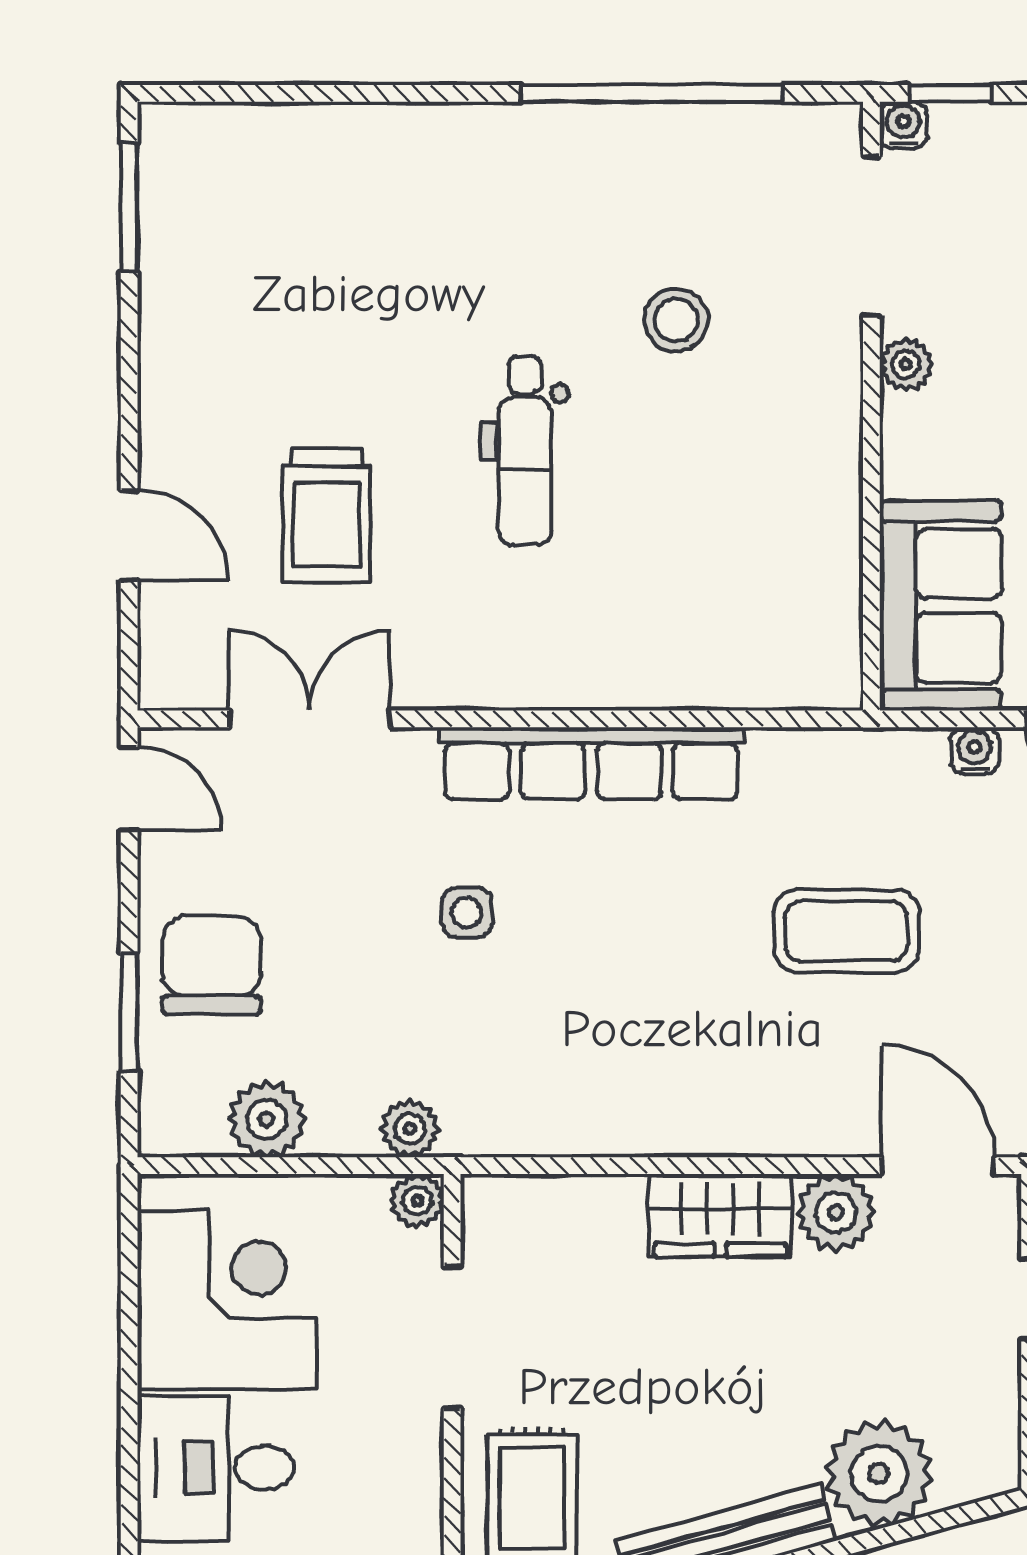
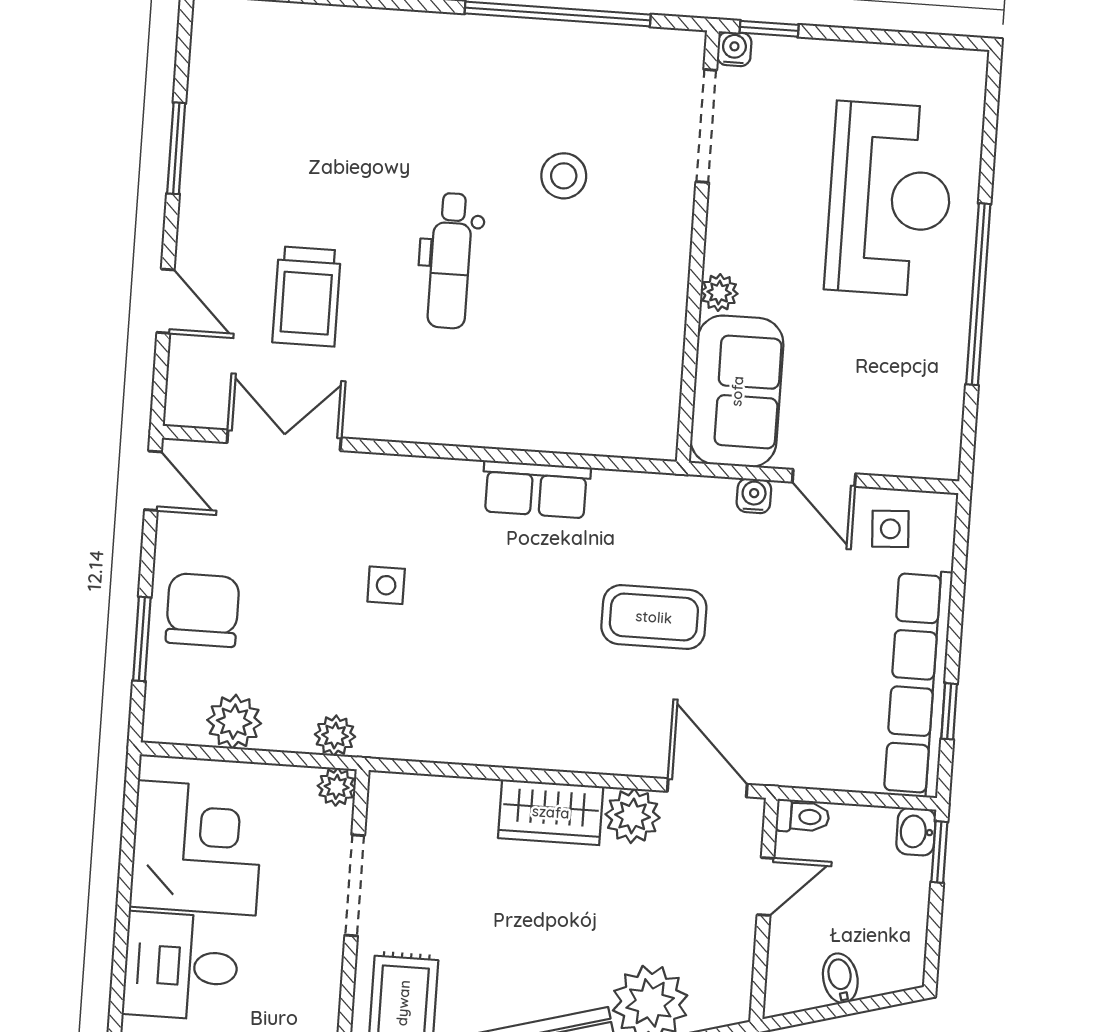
window: (129, 207) -> (176, 148), moved
plant: (906, 364) -> (719, 293), moved
row of seats: (591, 763) -> (536, 489), width x0.50

